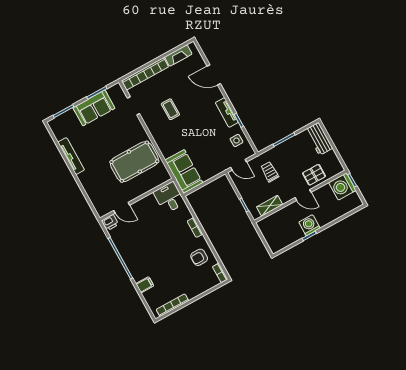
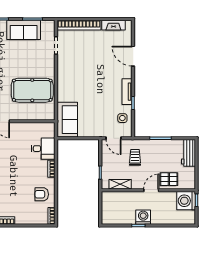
coffee table: (170, 109) -> (84, 64), removed
door: (303, 195) -> (151, 190), swing flipped
desk: (169, 198) -> (43, 149), moved, turned 90

